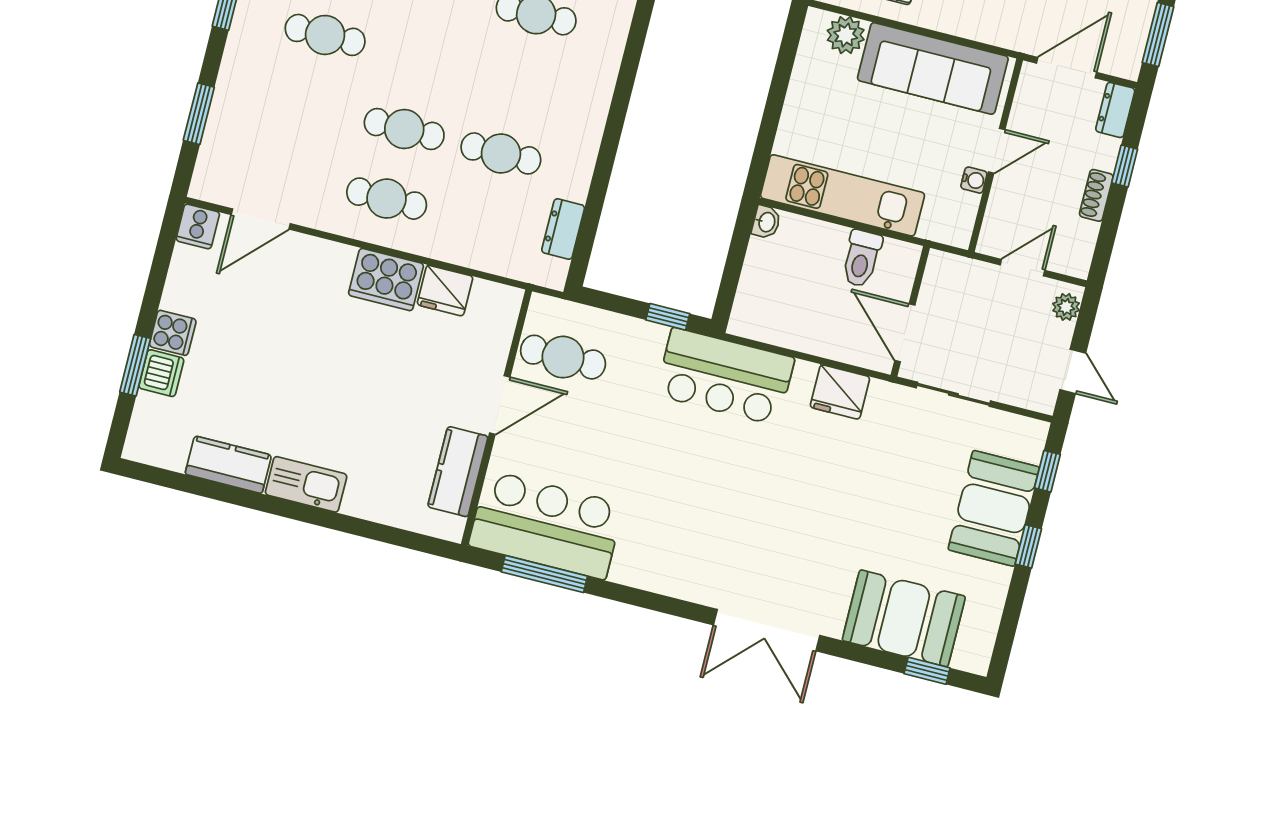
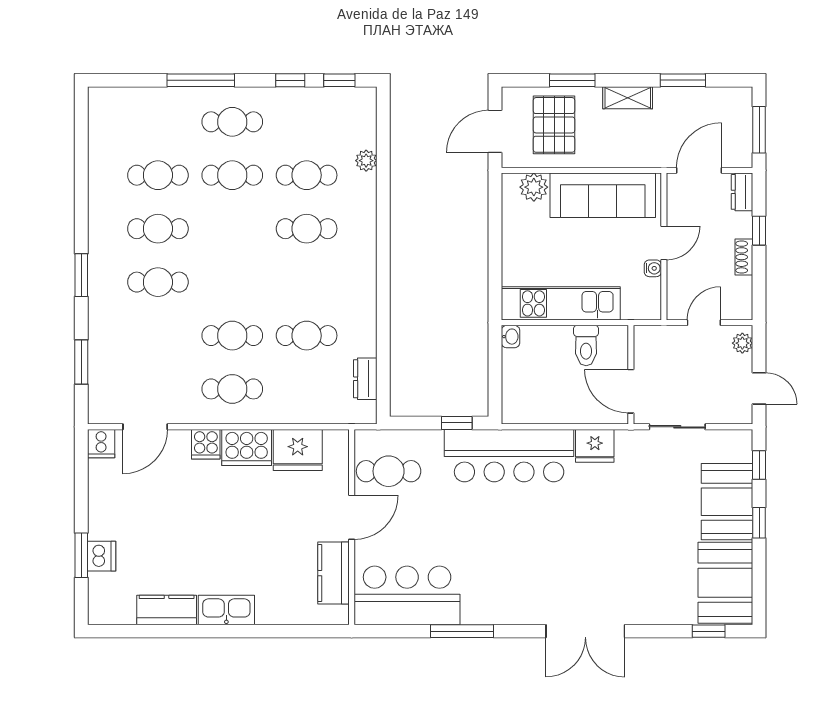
fridge: (445, 291) -> (298, 450), width x1.36, depth x1.34
cooker: (173, 333) -> (206, 444), moved, turned 90
bar counter: (725, 377) -> (509, 456), width x1.36
window: (544, 574) -> (462, 631), moved
booth: (904, 618) -> (725, 583), moved, turned 90

